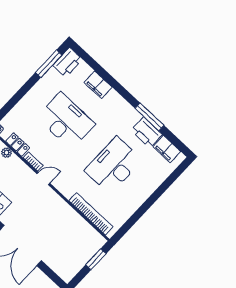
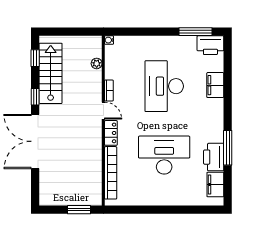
desk: (66, 121) -> (164, 86), turned 180
locker: (18, 145) -> (111, 133), moved

